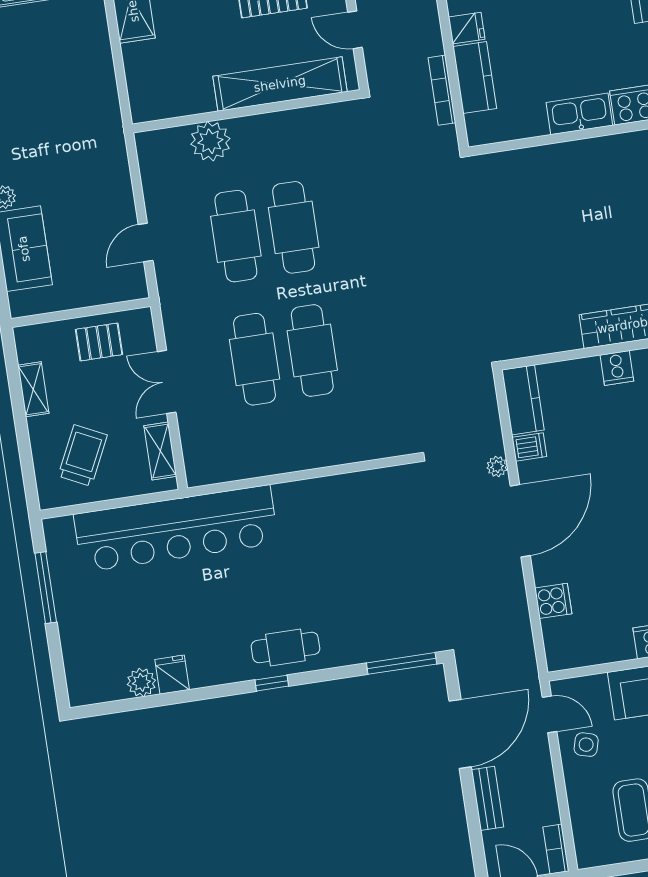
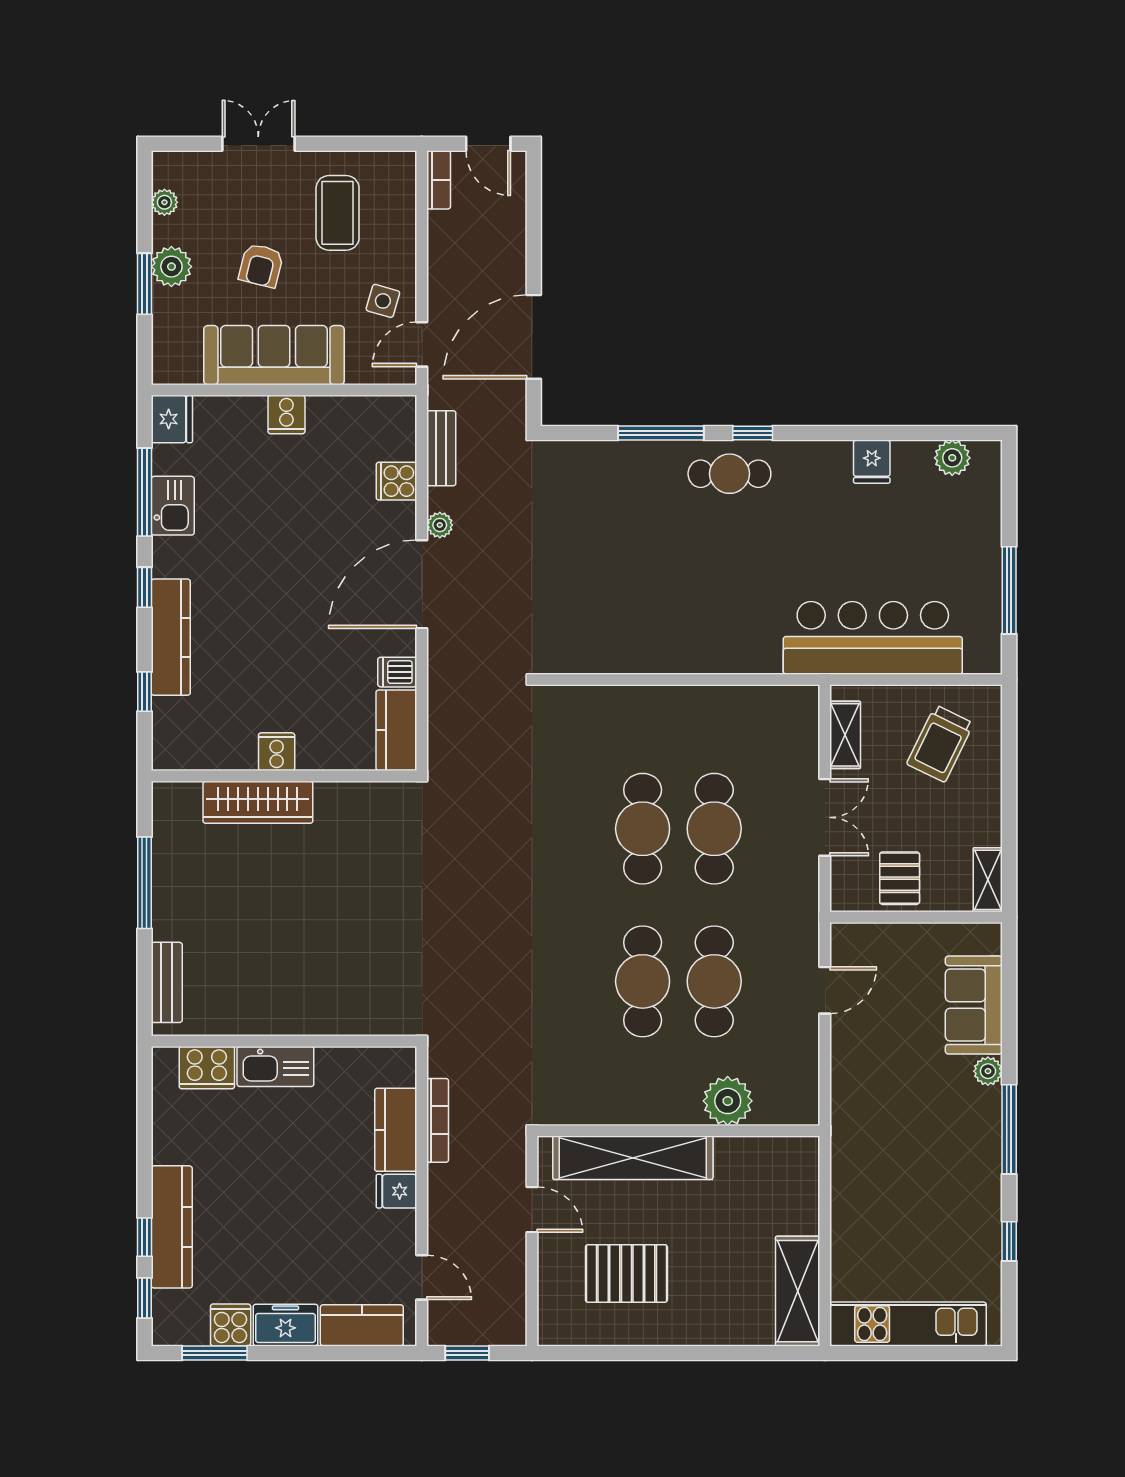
pallet: (99, 342) -> (900, 878), turned 90
shelving: (33, 389) -> (988, 880), moved
plant: (497, 467) -> (440, 525), moved
bar counter: (176, 529) -> (873, 638), width x0.73
window: (402, 663) -> (661, 433), moved
plant: (141, 682) -> (952, 458), moved
door: (549, 714) -> (422, 344), hinge flipped
bench: (487, 798) -> (441, 448), moved

